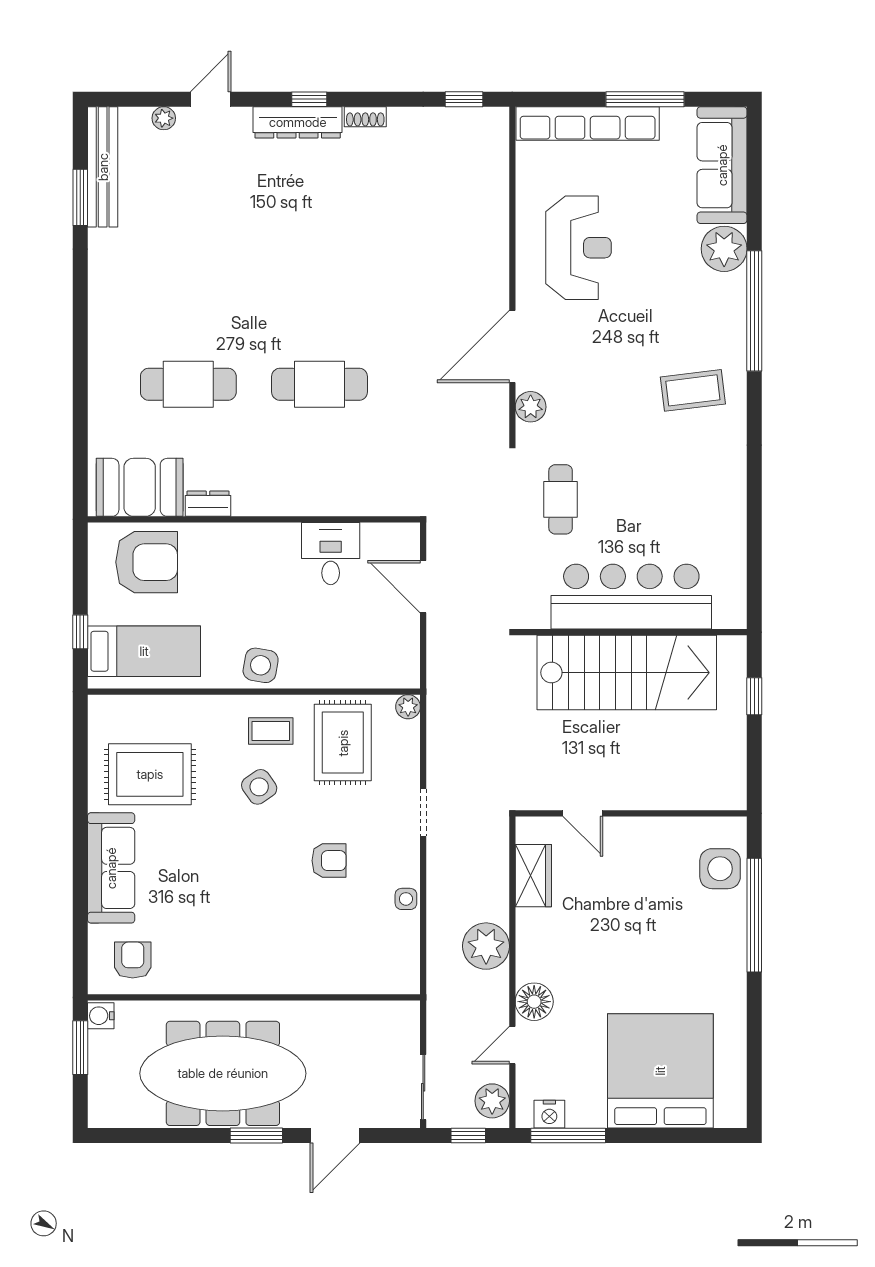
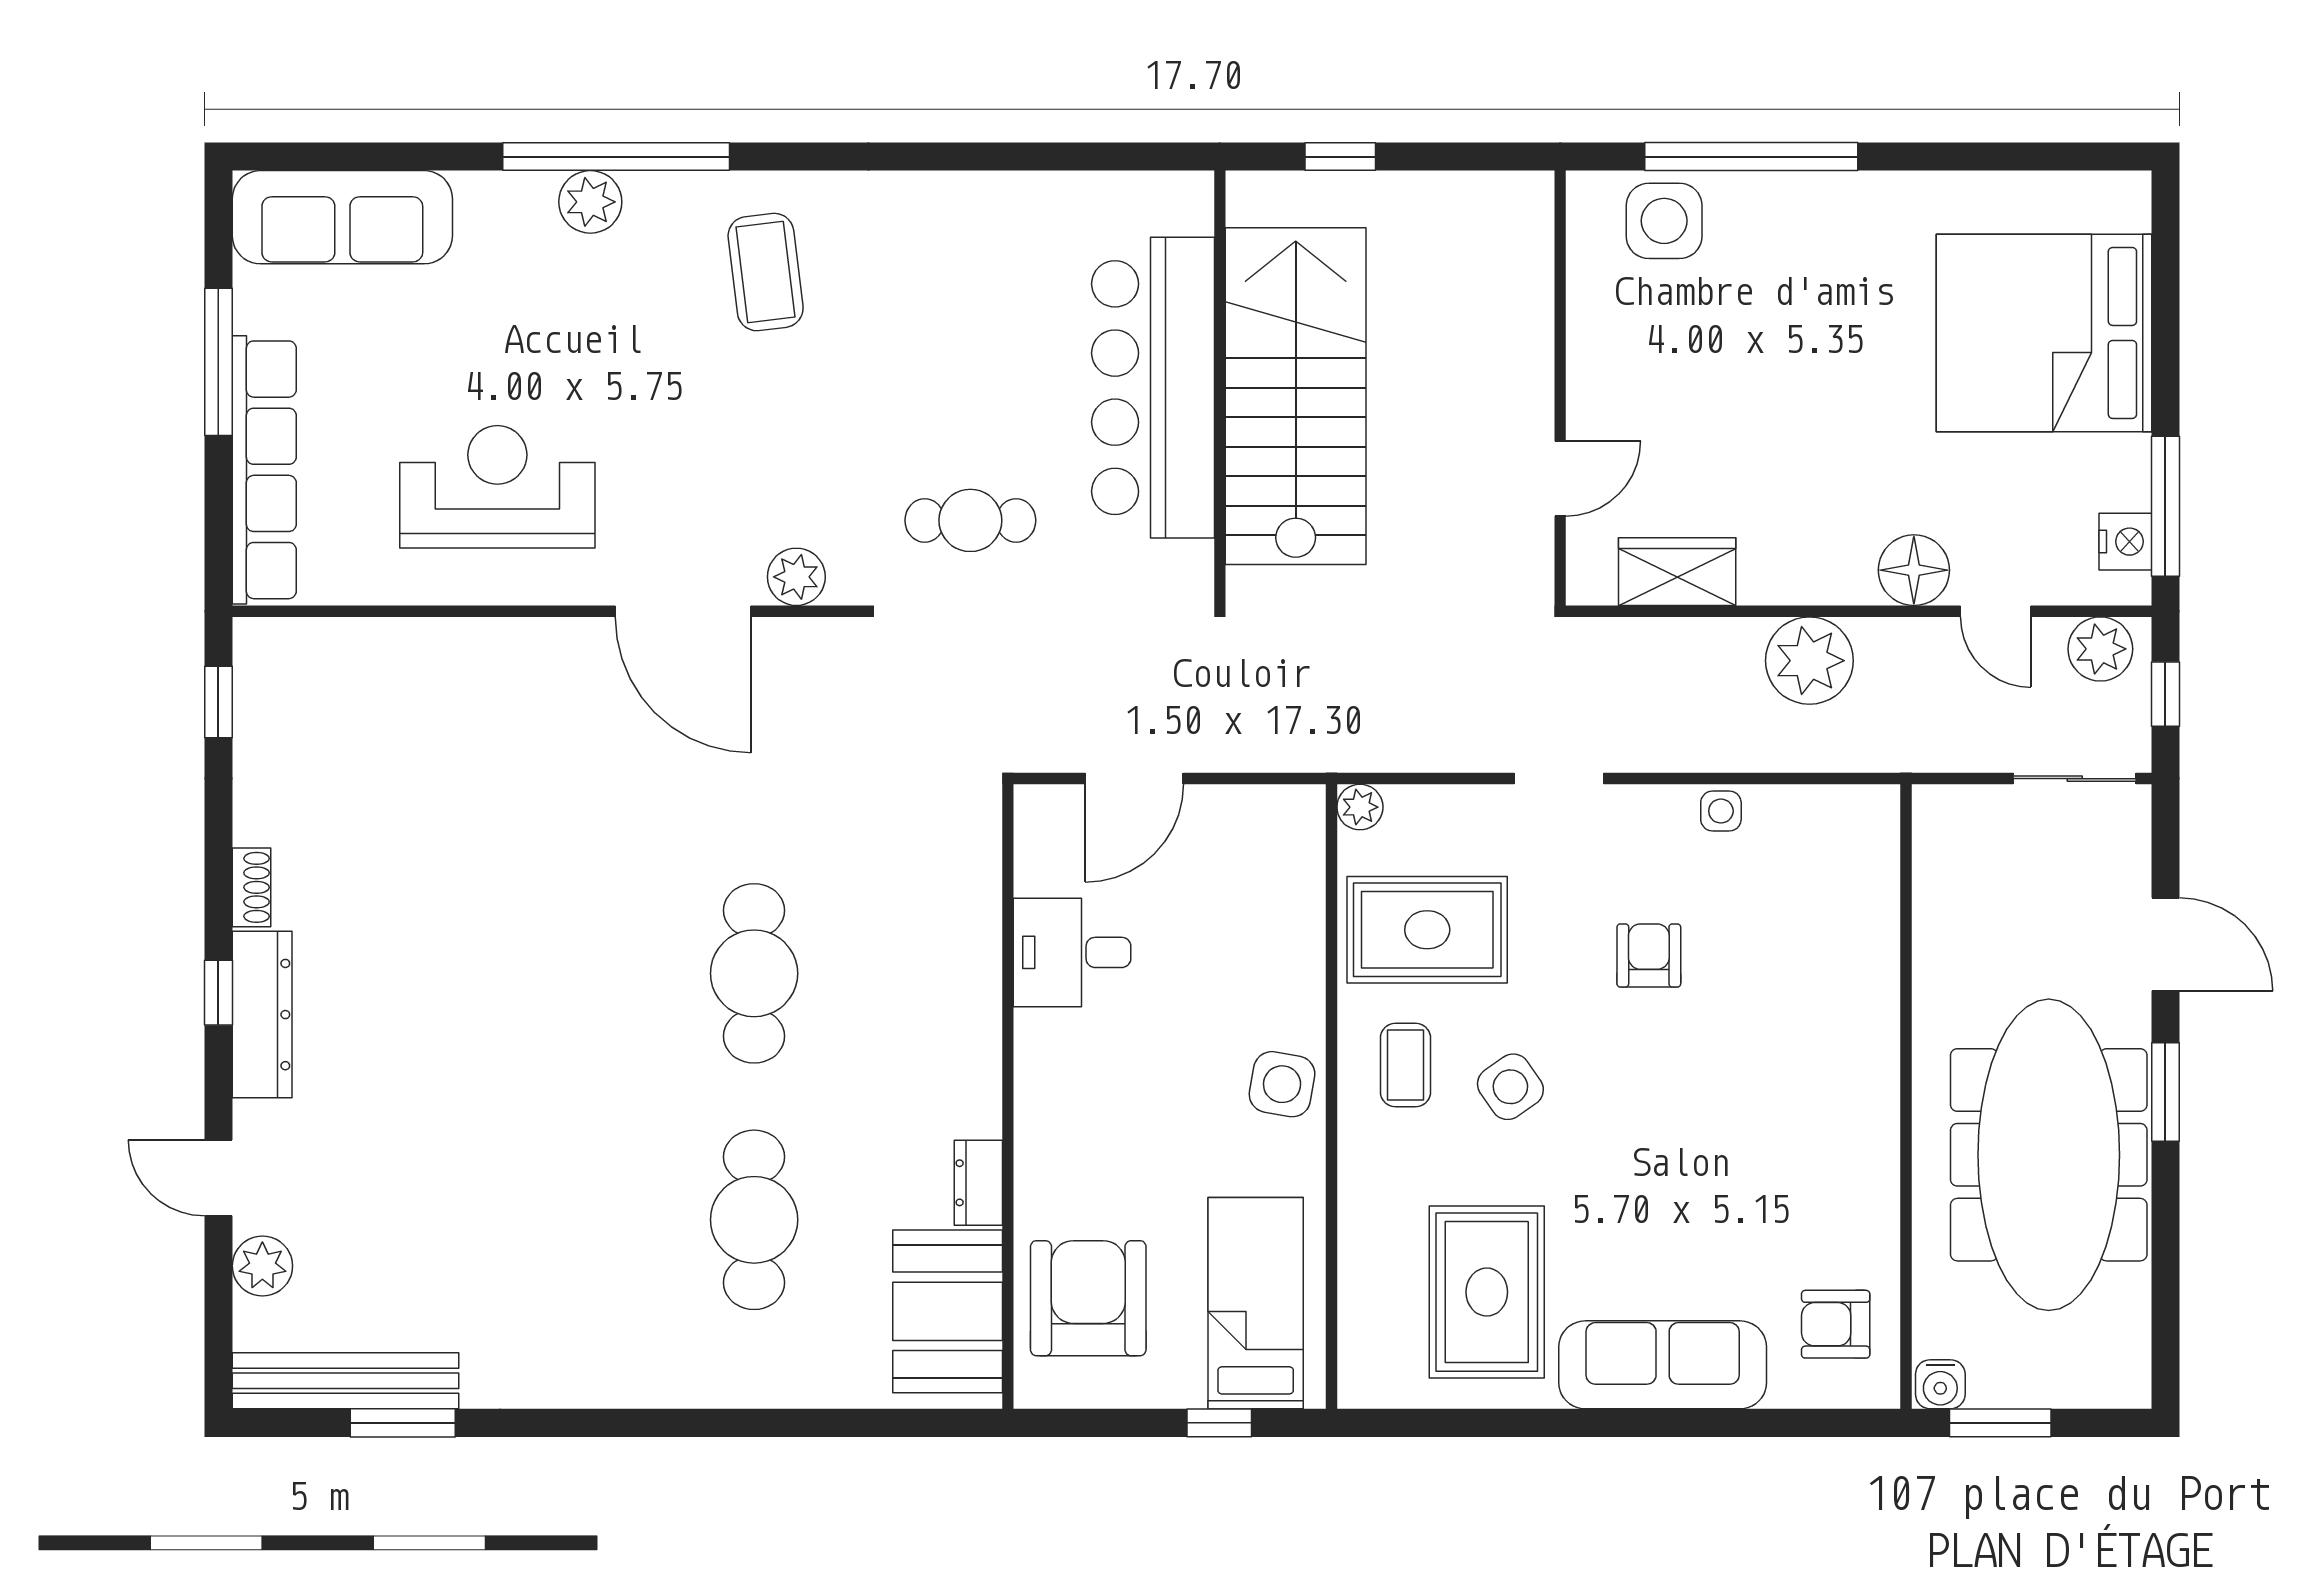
plant: (164, 118) -> (262, 1266), width x1.38, depth x1.38
plant: (724, 249) -> (590, 202), moved, width x0.73, depth x0.73

